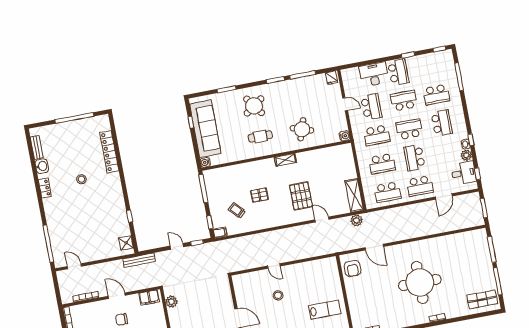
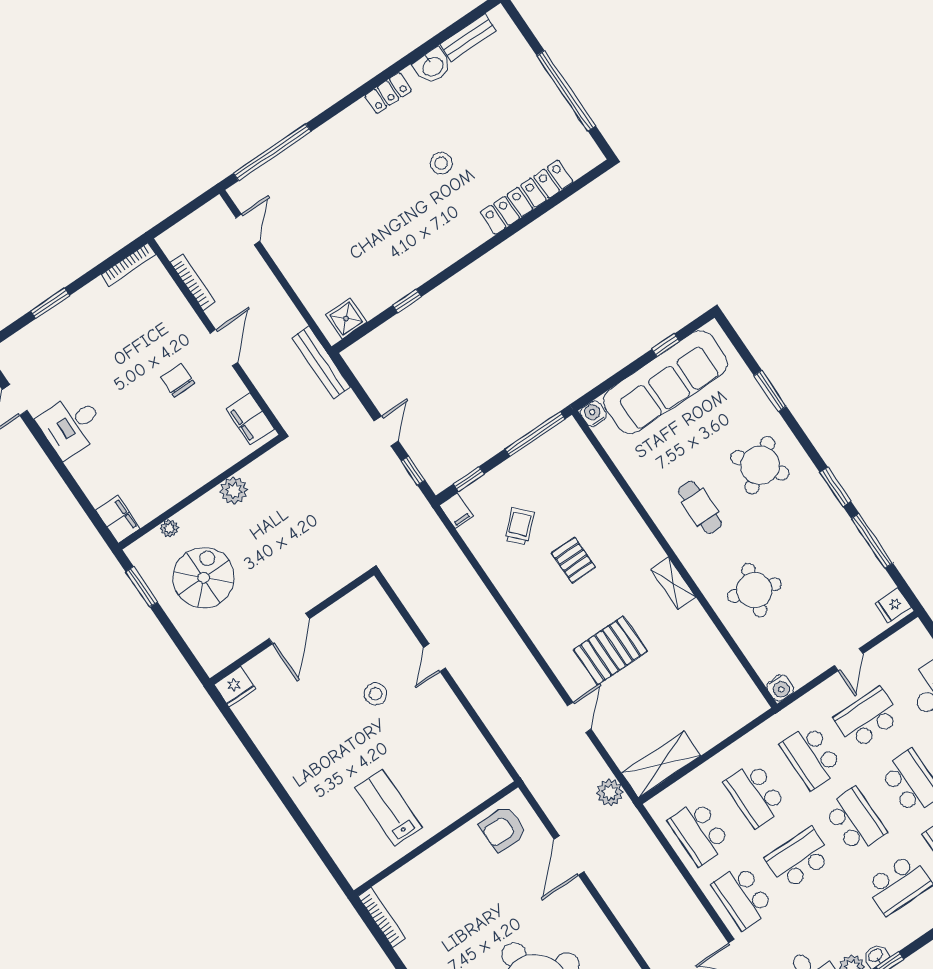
school desk: (371, 107) -> (867, 718), turned 180
plant: (171, 302) -> (234, 490), moved
lab bench: (325, 310) -> (388, 808), turned 180

